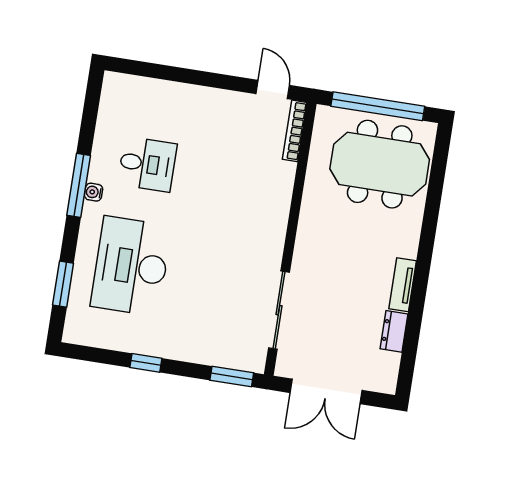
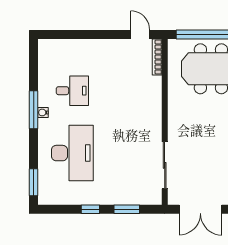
desk: (131, 266) -> (72, 153), turned 180
window: (63, 284) -> (34, 182), moved
window: (232, 376) -> (127, 209), moved

